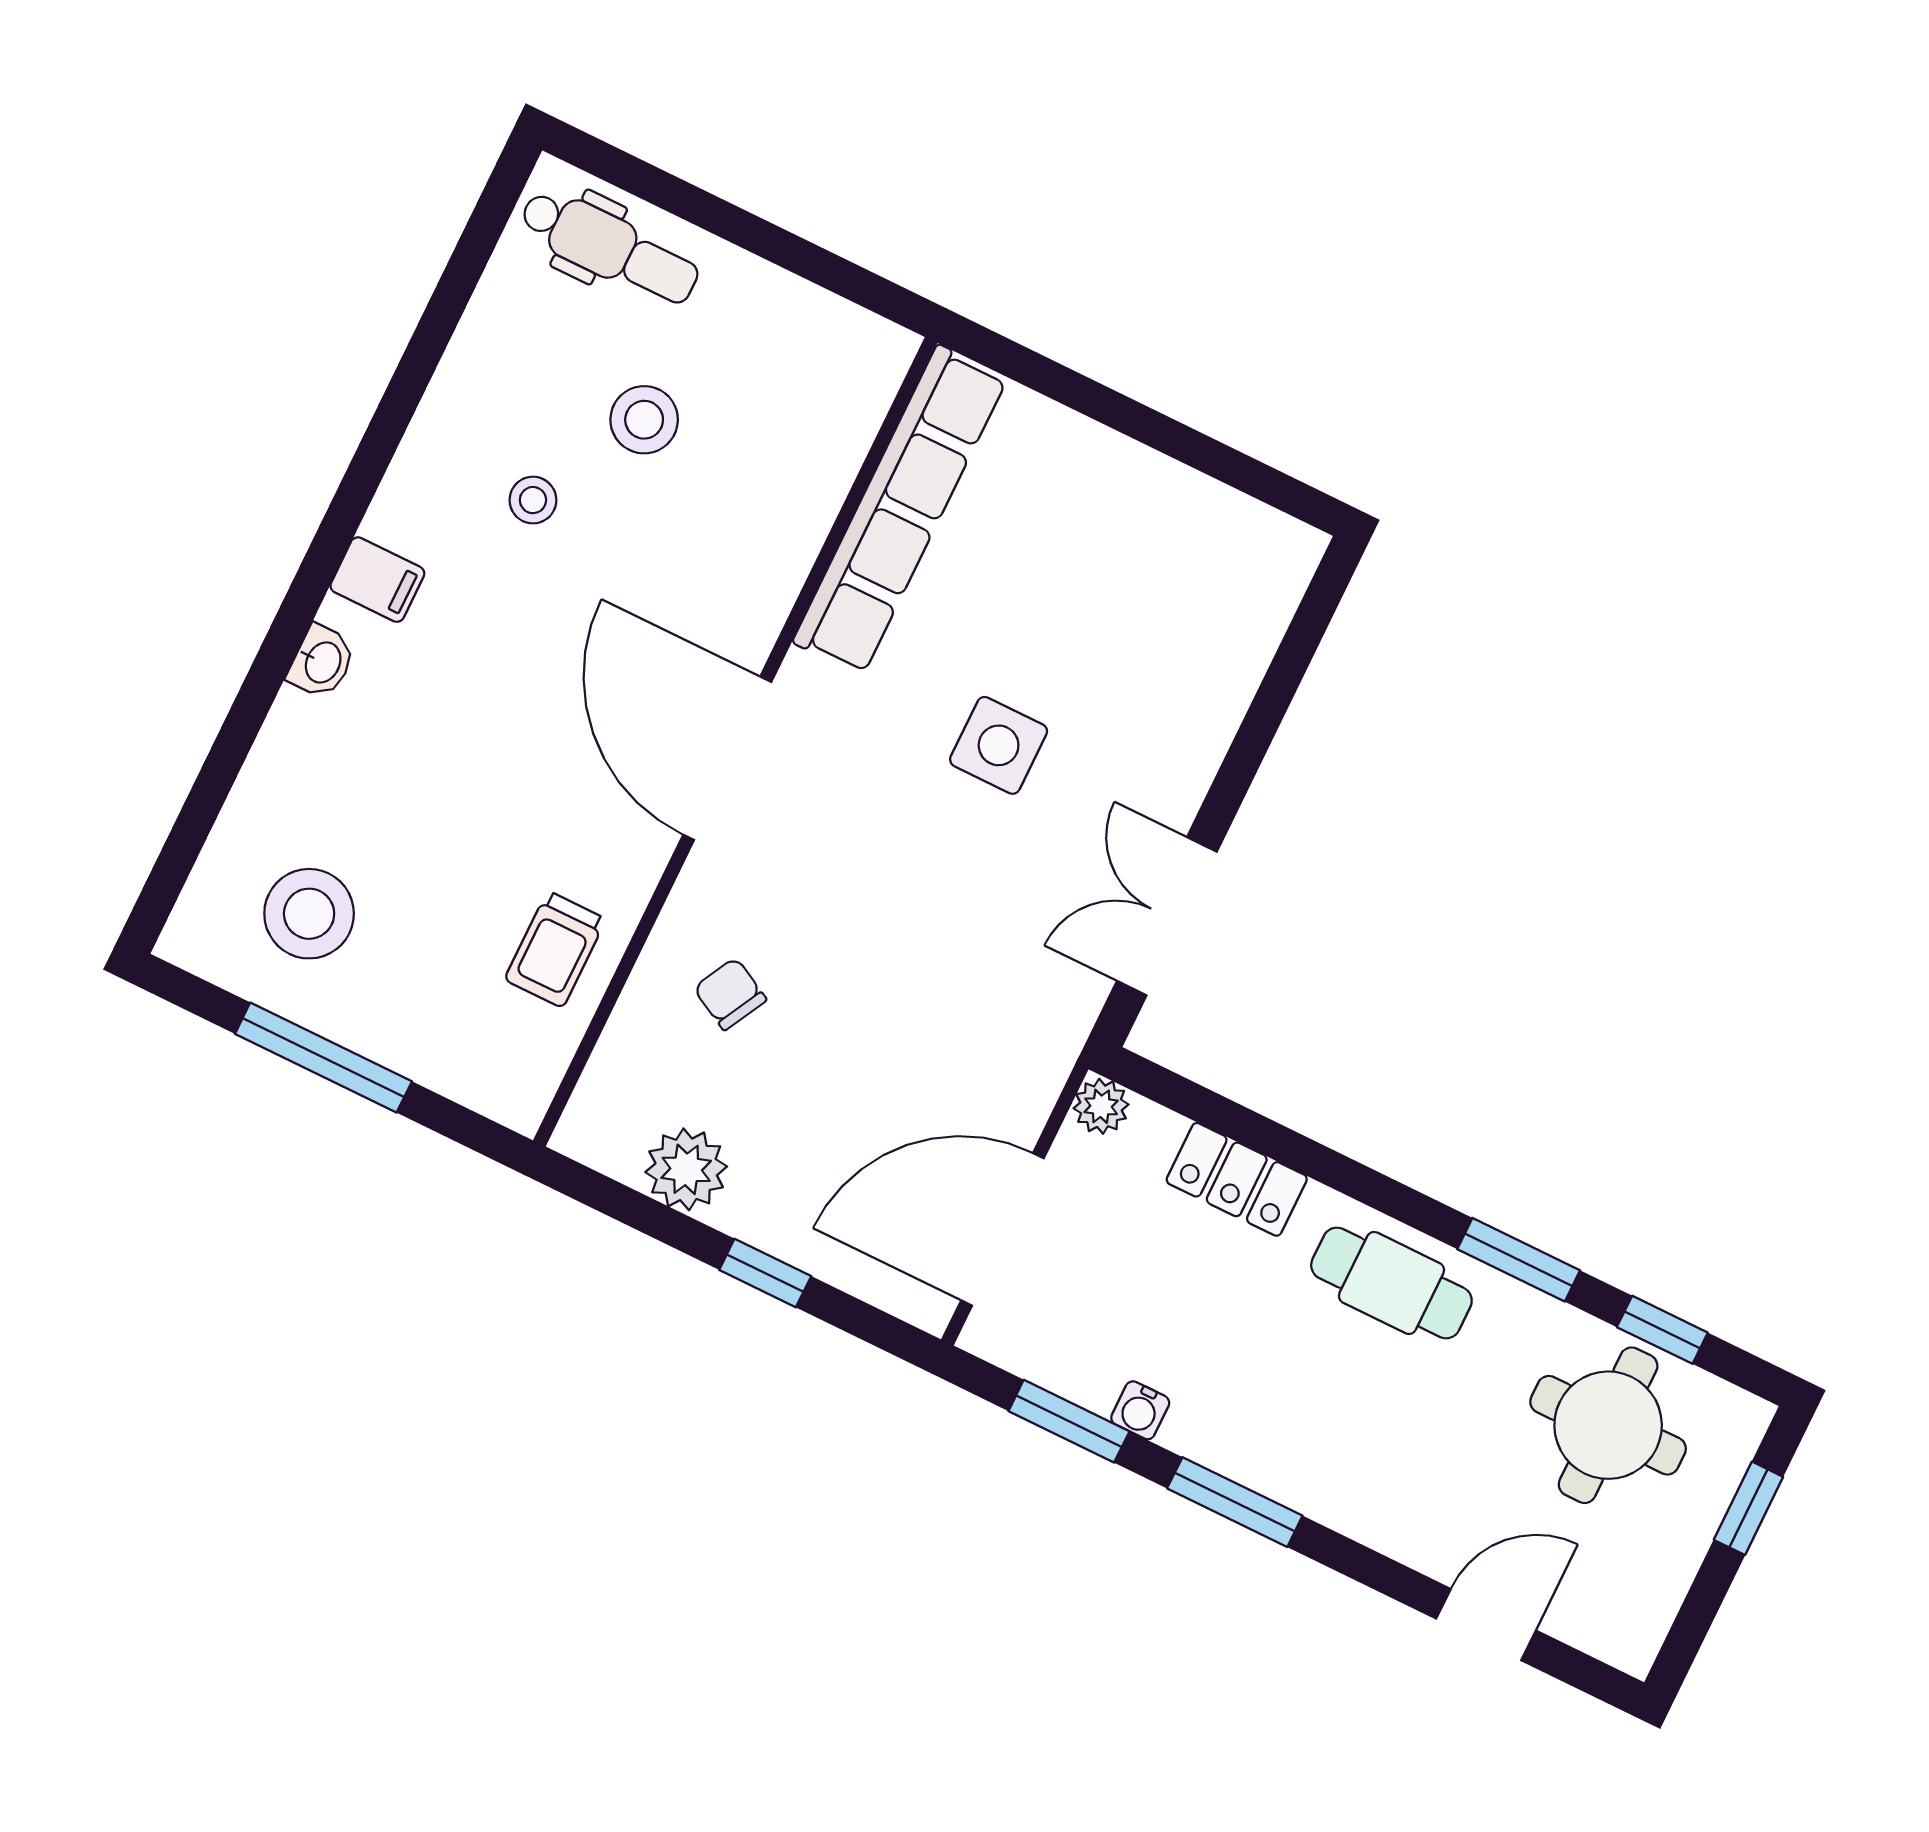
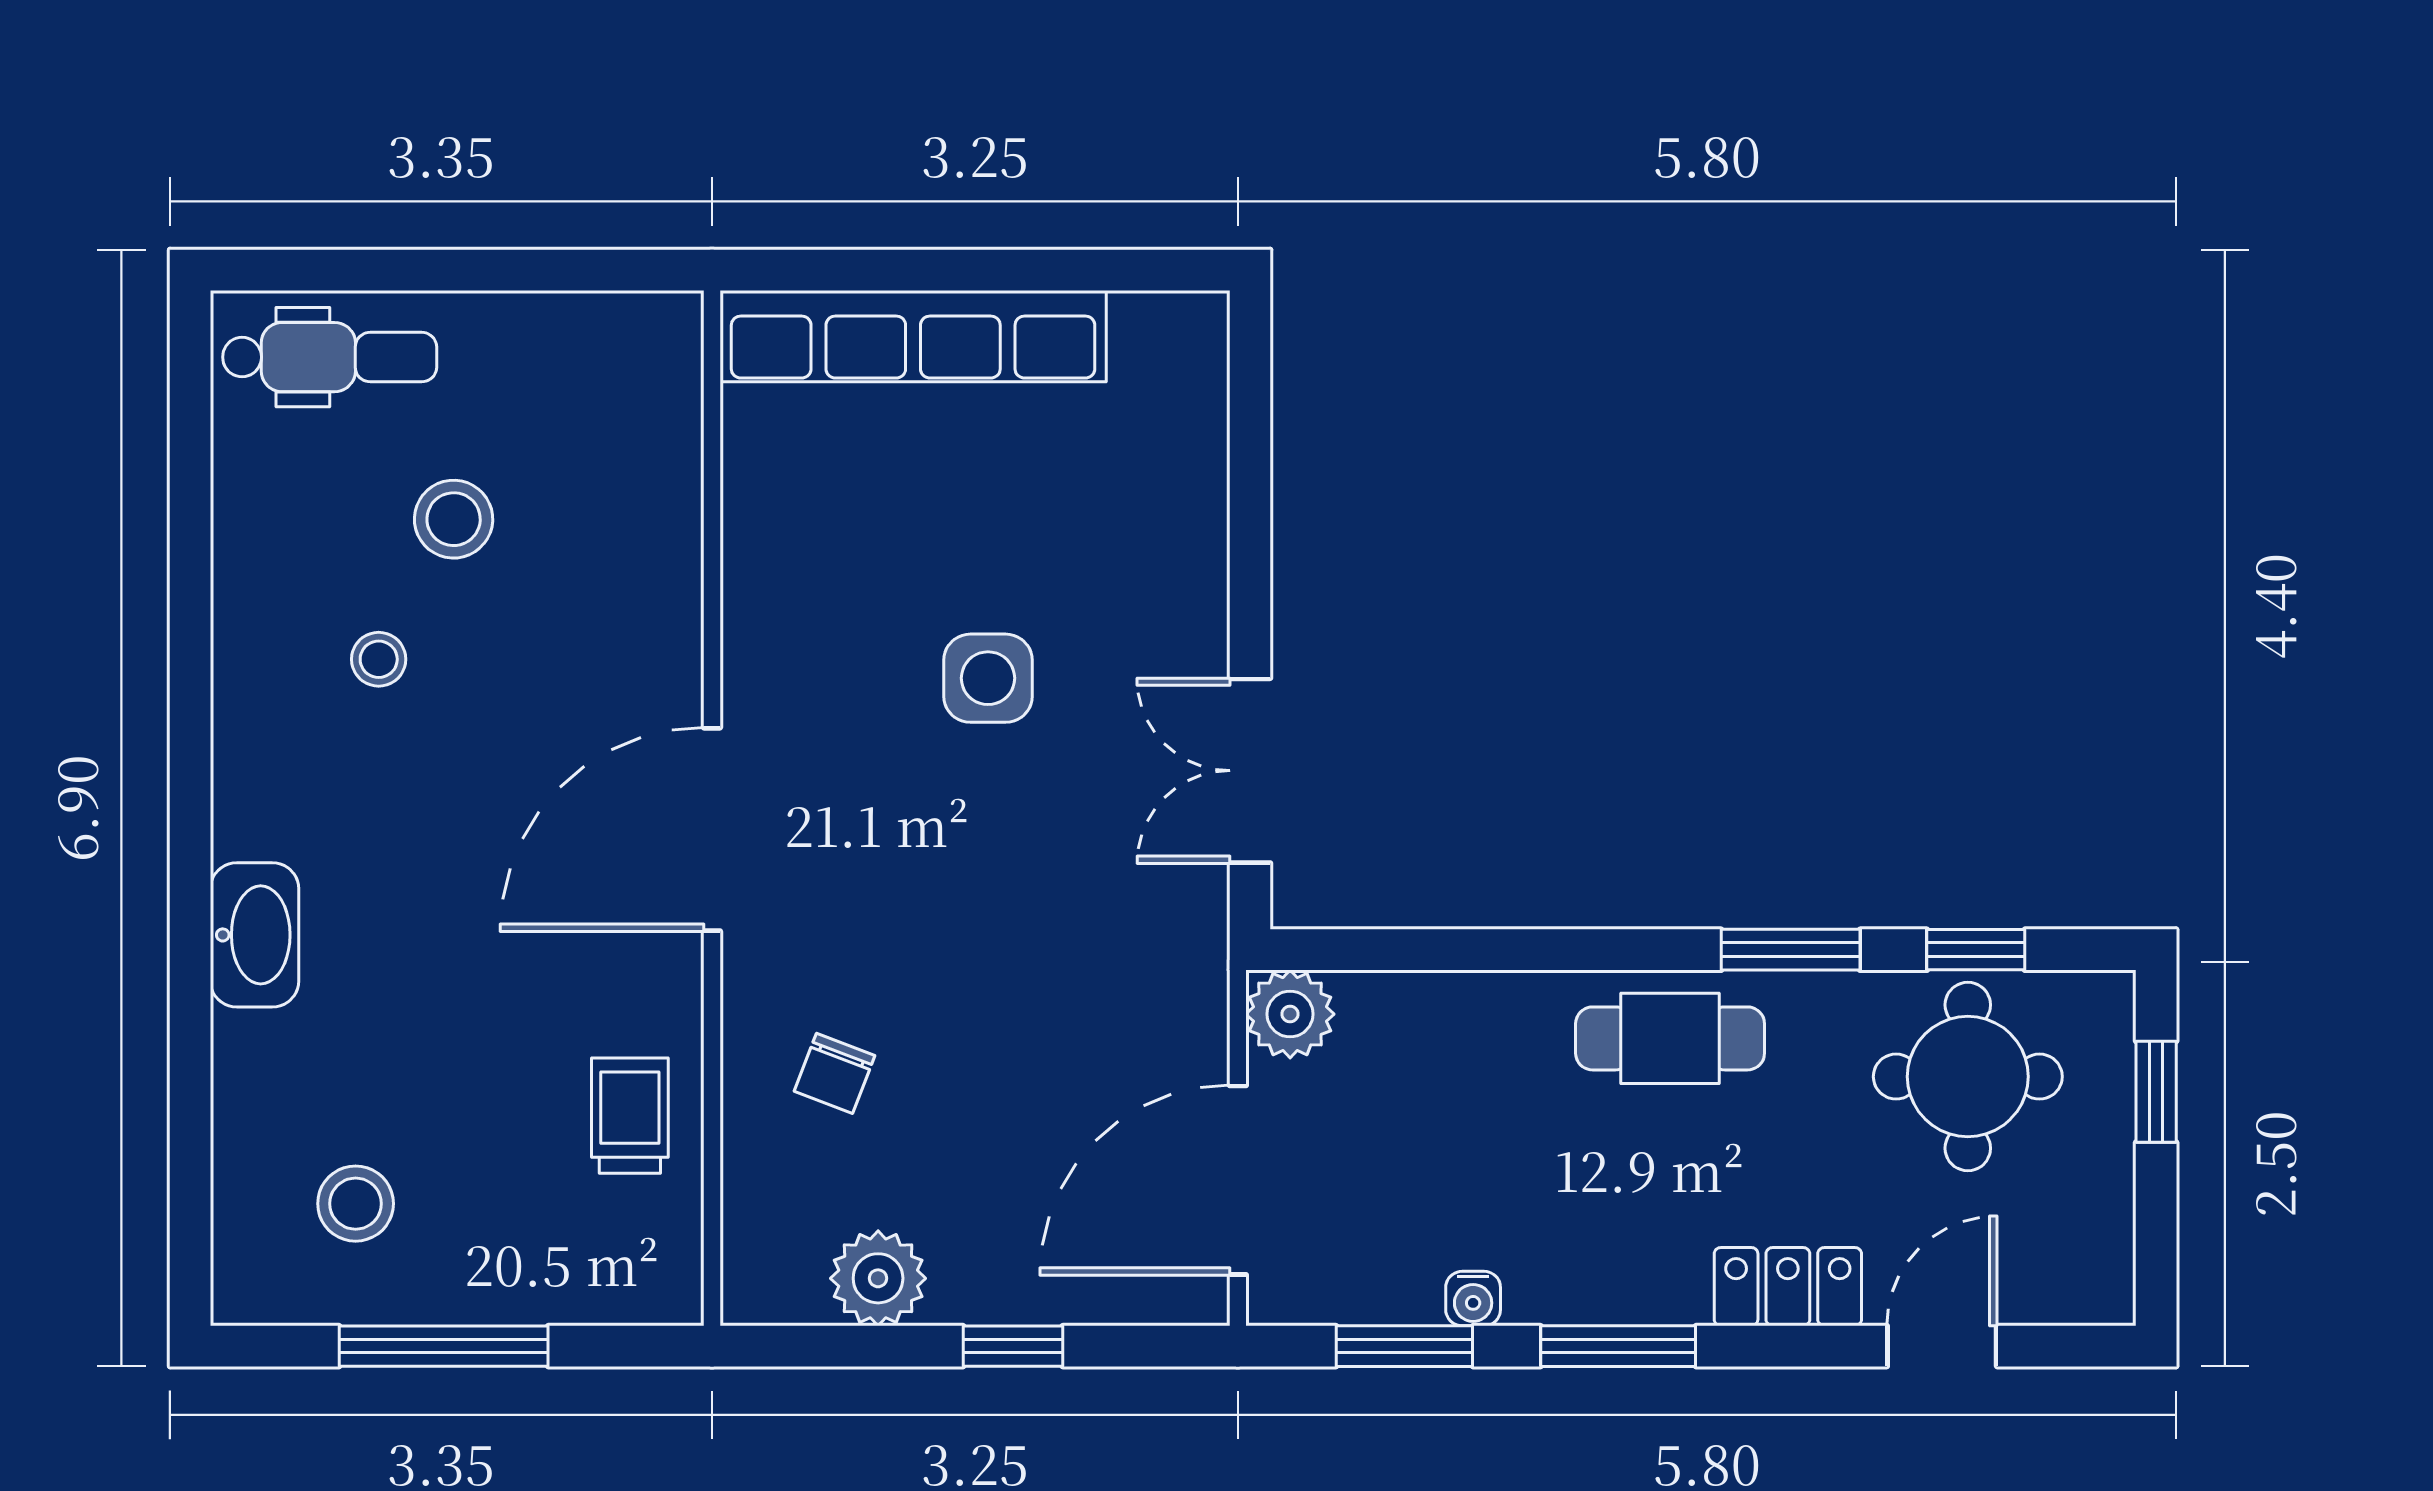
row of seats: (900, 510) -> (913, 336), moved, turned 90
filing cabinet: (377, 580) -> (257, 821), removed
washbasin: (322, 662) -> (255, 935), width x1.91, depth x1.45
door: (727, 758) -> (712, 829), hinge flipped
stool: (309, 914) -> (356, 1204), width x0.73, depth x0.73
trolley: (555, 949) -> (630, 1116), turned 180
chair: (730, 994) -> (835, 1073), turned -97
plant: (1101, 1106) -> (1290, 1014), width x1.38, depth x1.38
locker: (1237, 1179) -> (1788, 1287), moved, turned 180

